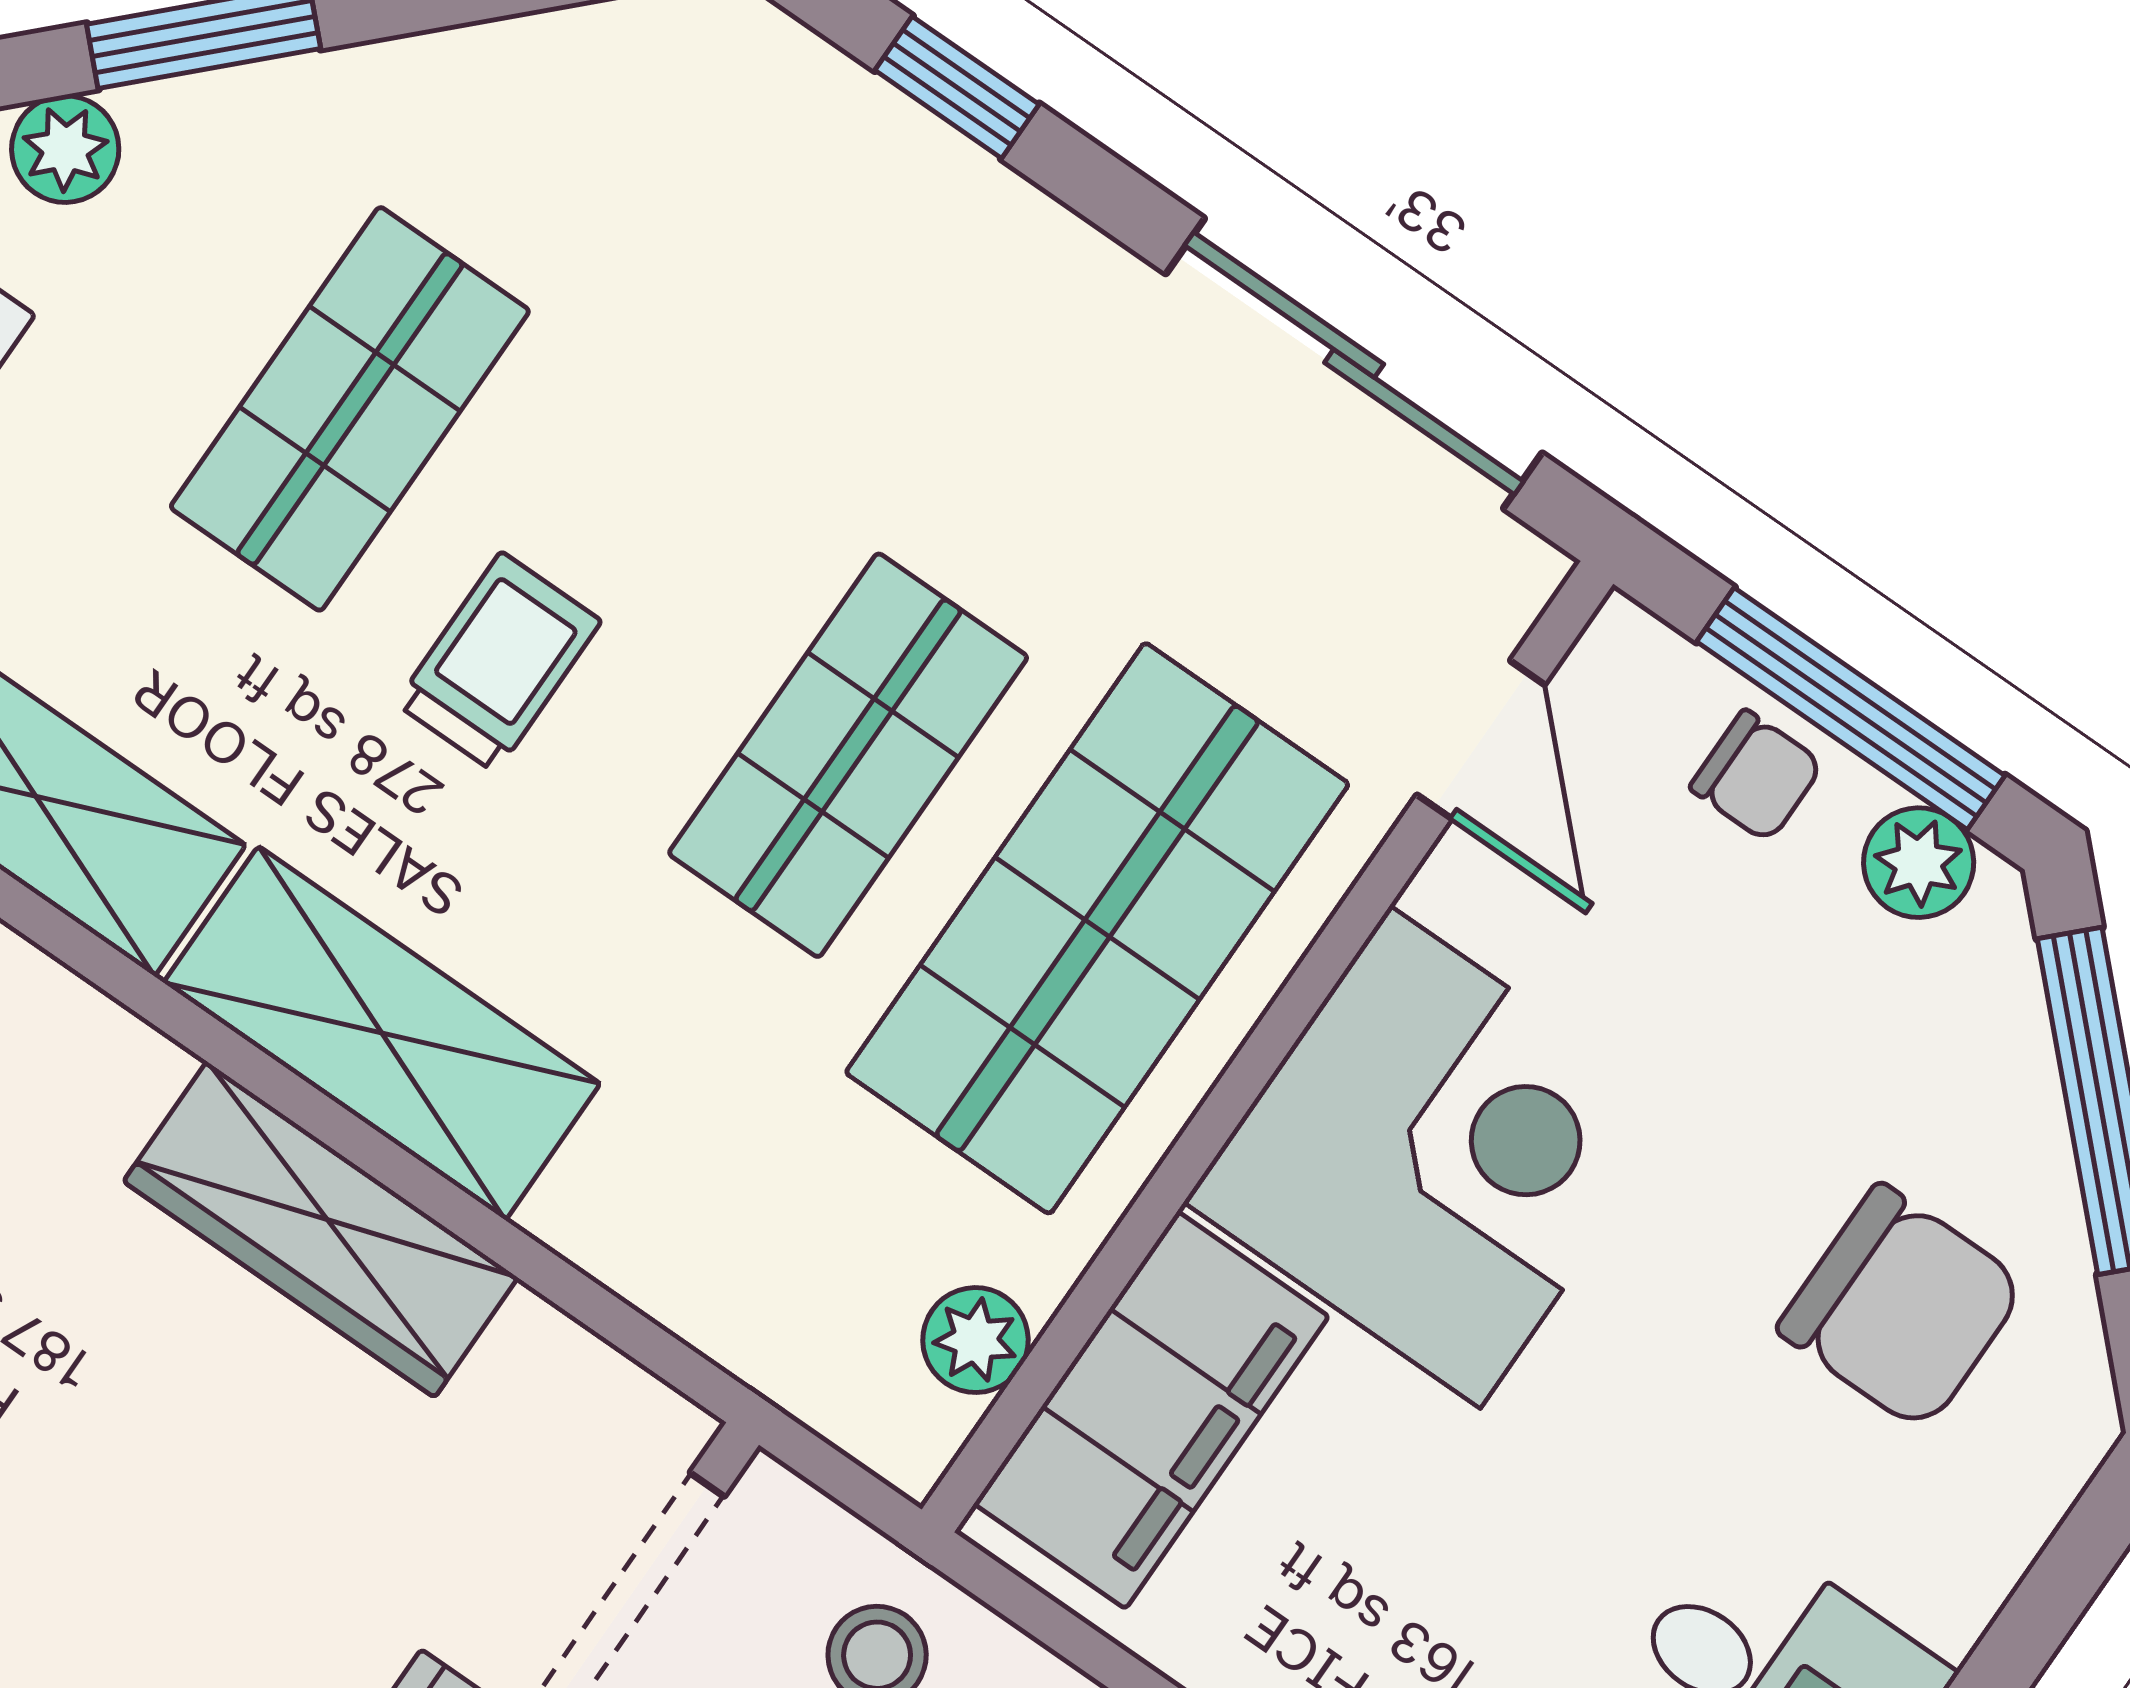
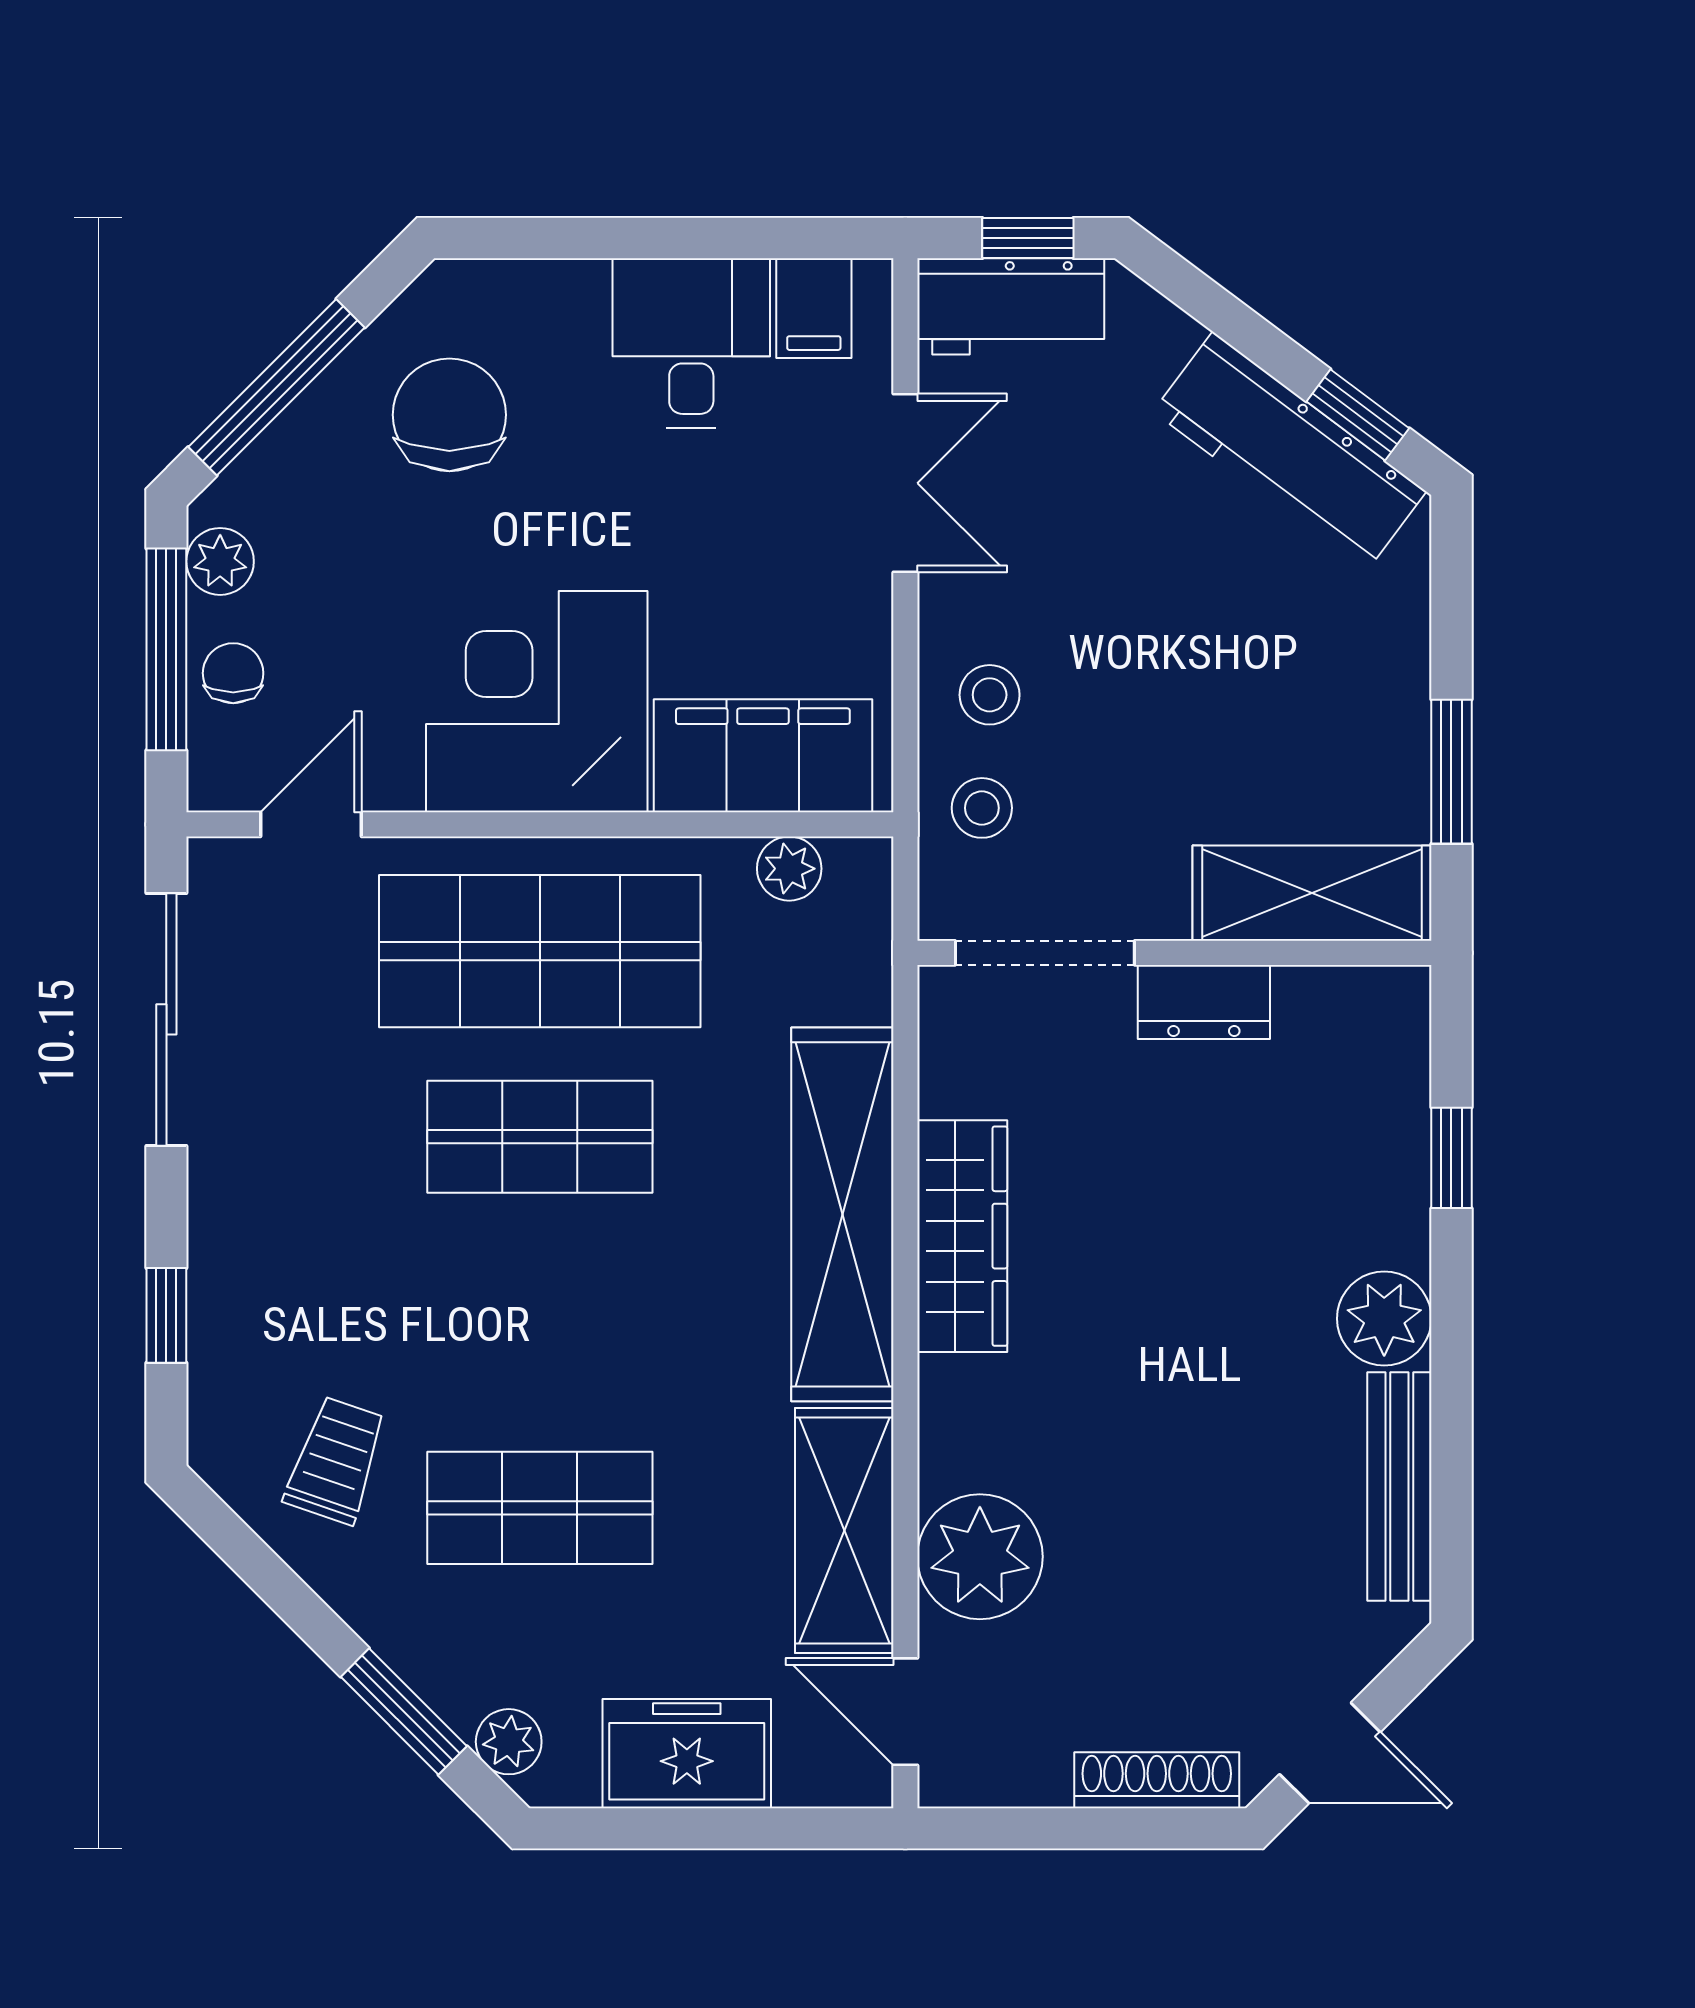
trolley: (498, 662) -> (336, 1460), moved, turned 109
shelving: (382, 1033) -> (842, 1214), width x1.47

